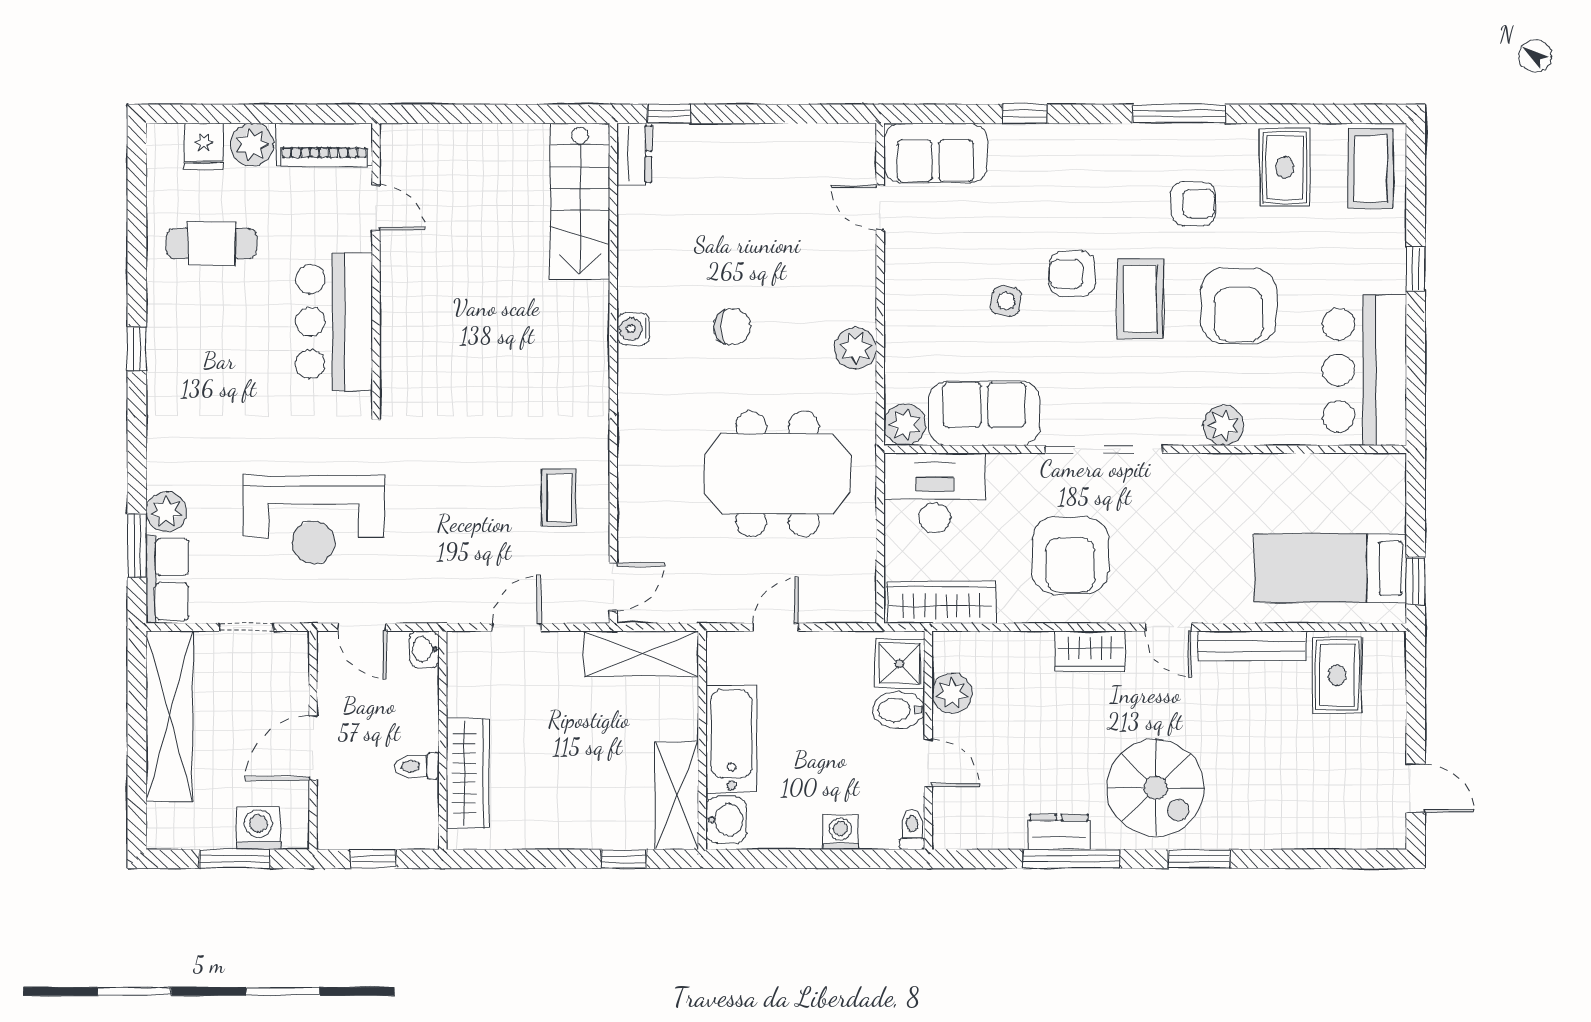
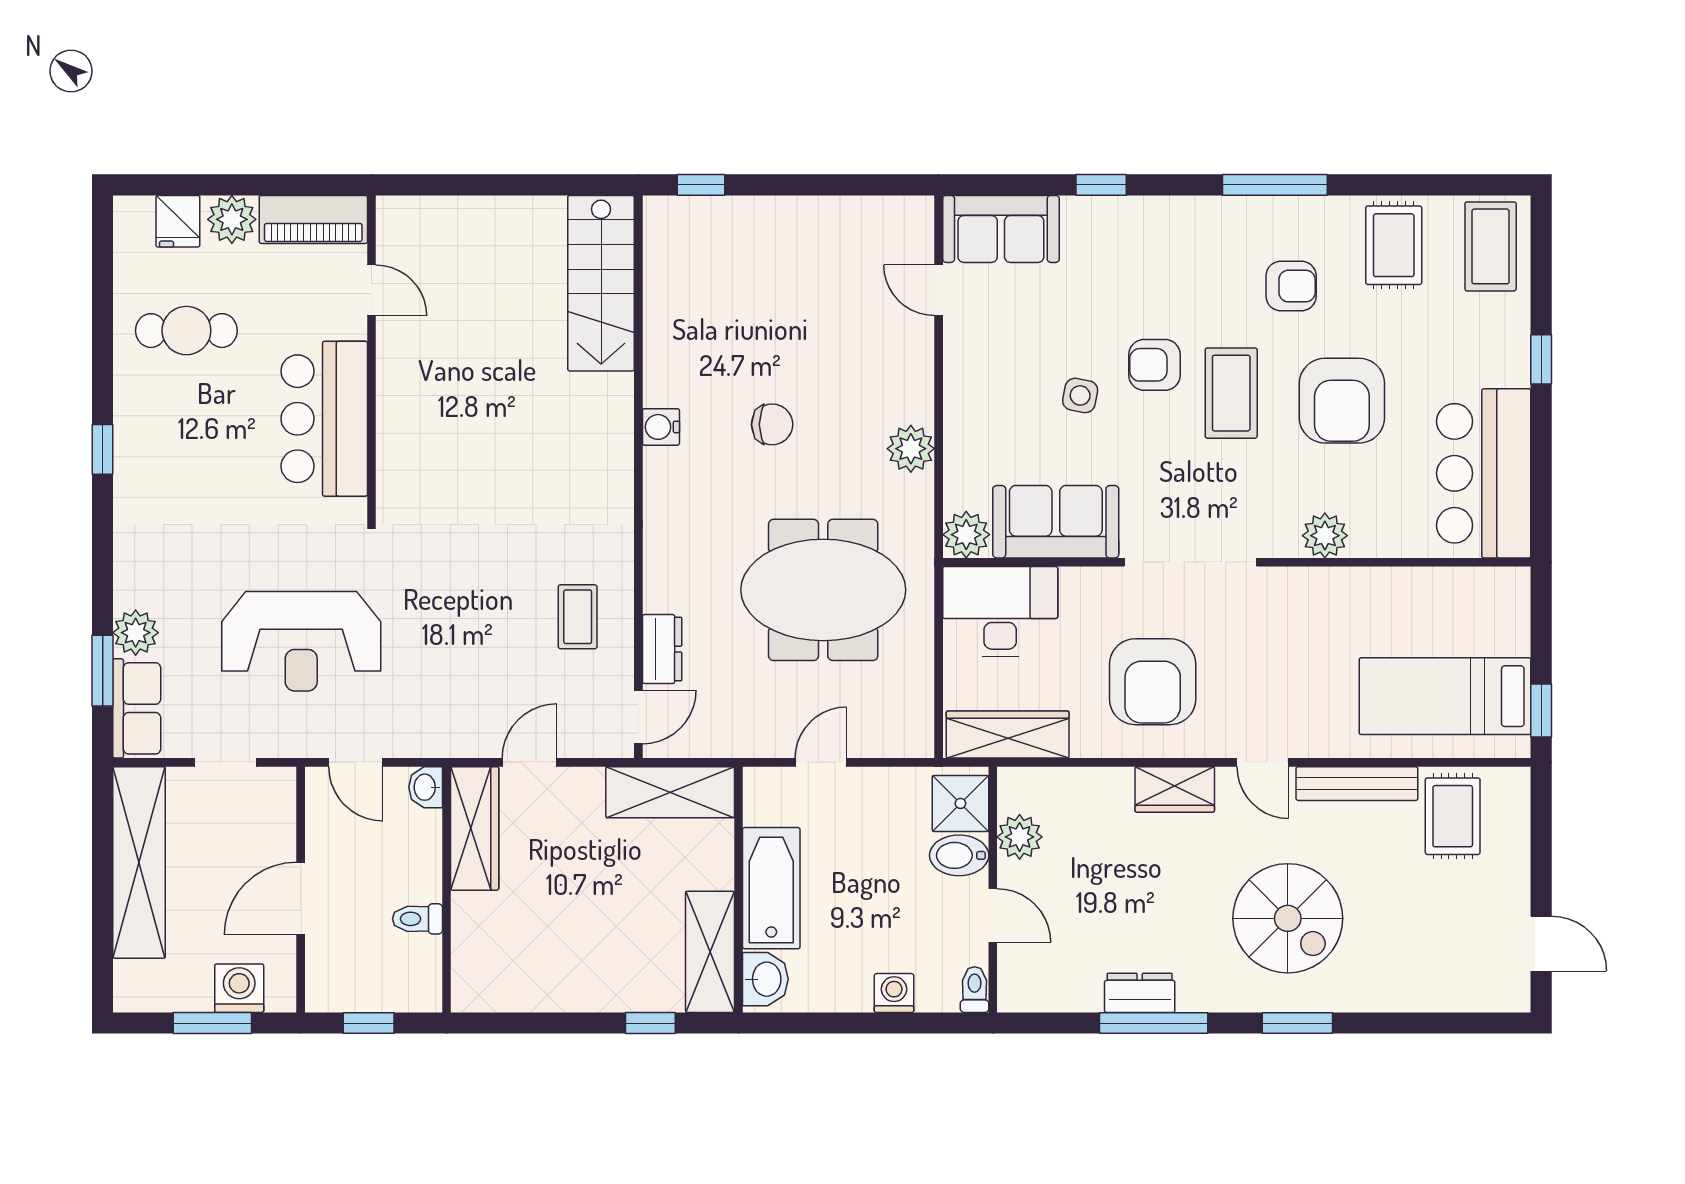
dresser: (634, 154) -> (662, 649), moved
wardrobe: (468, 773) -> (475, 828), moved
spiral stairs: (1156, 788) -> (1288, 918), moved

